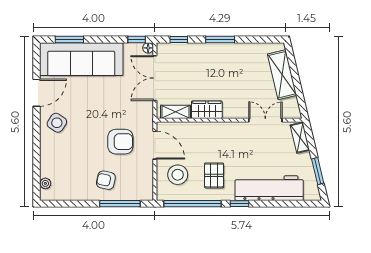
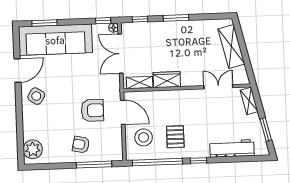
plant: (45, 183) -> (33, 149), width x1.87, depth x1.87
workbench: (269, 188) -> (232, 148), width x0.73, depth x0.76

